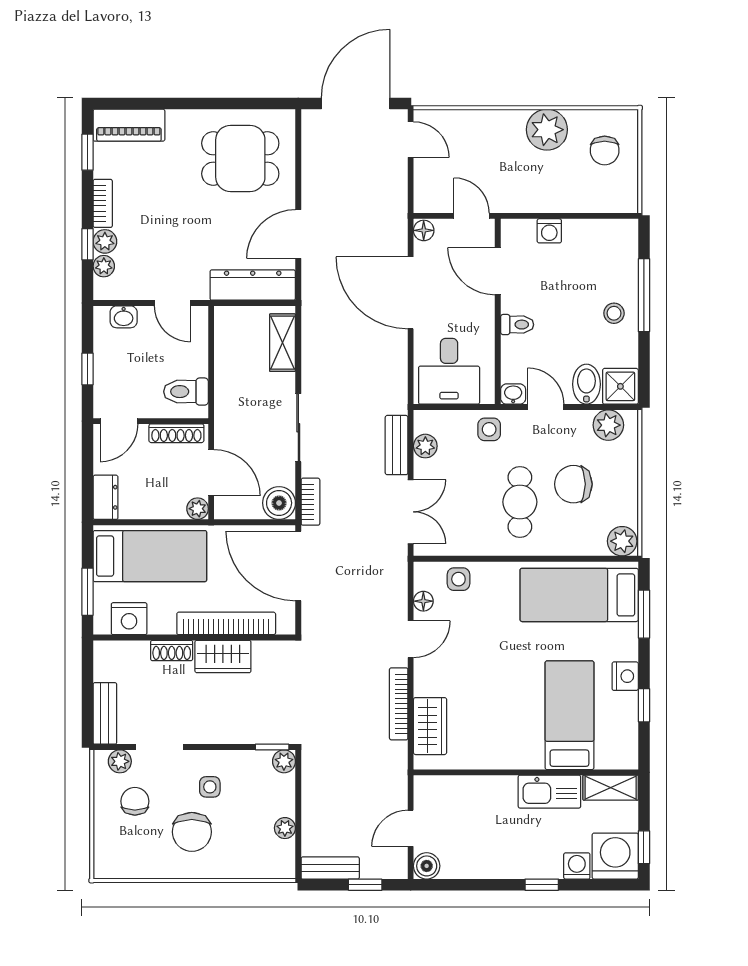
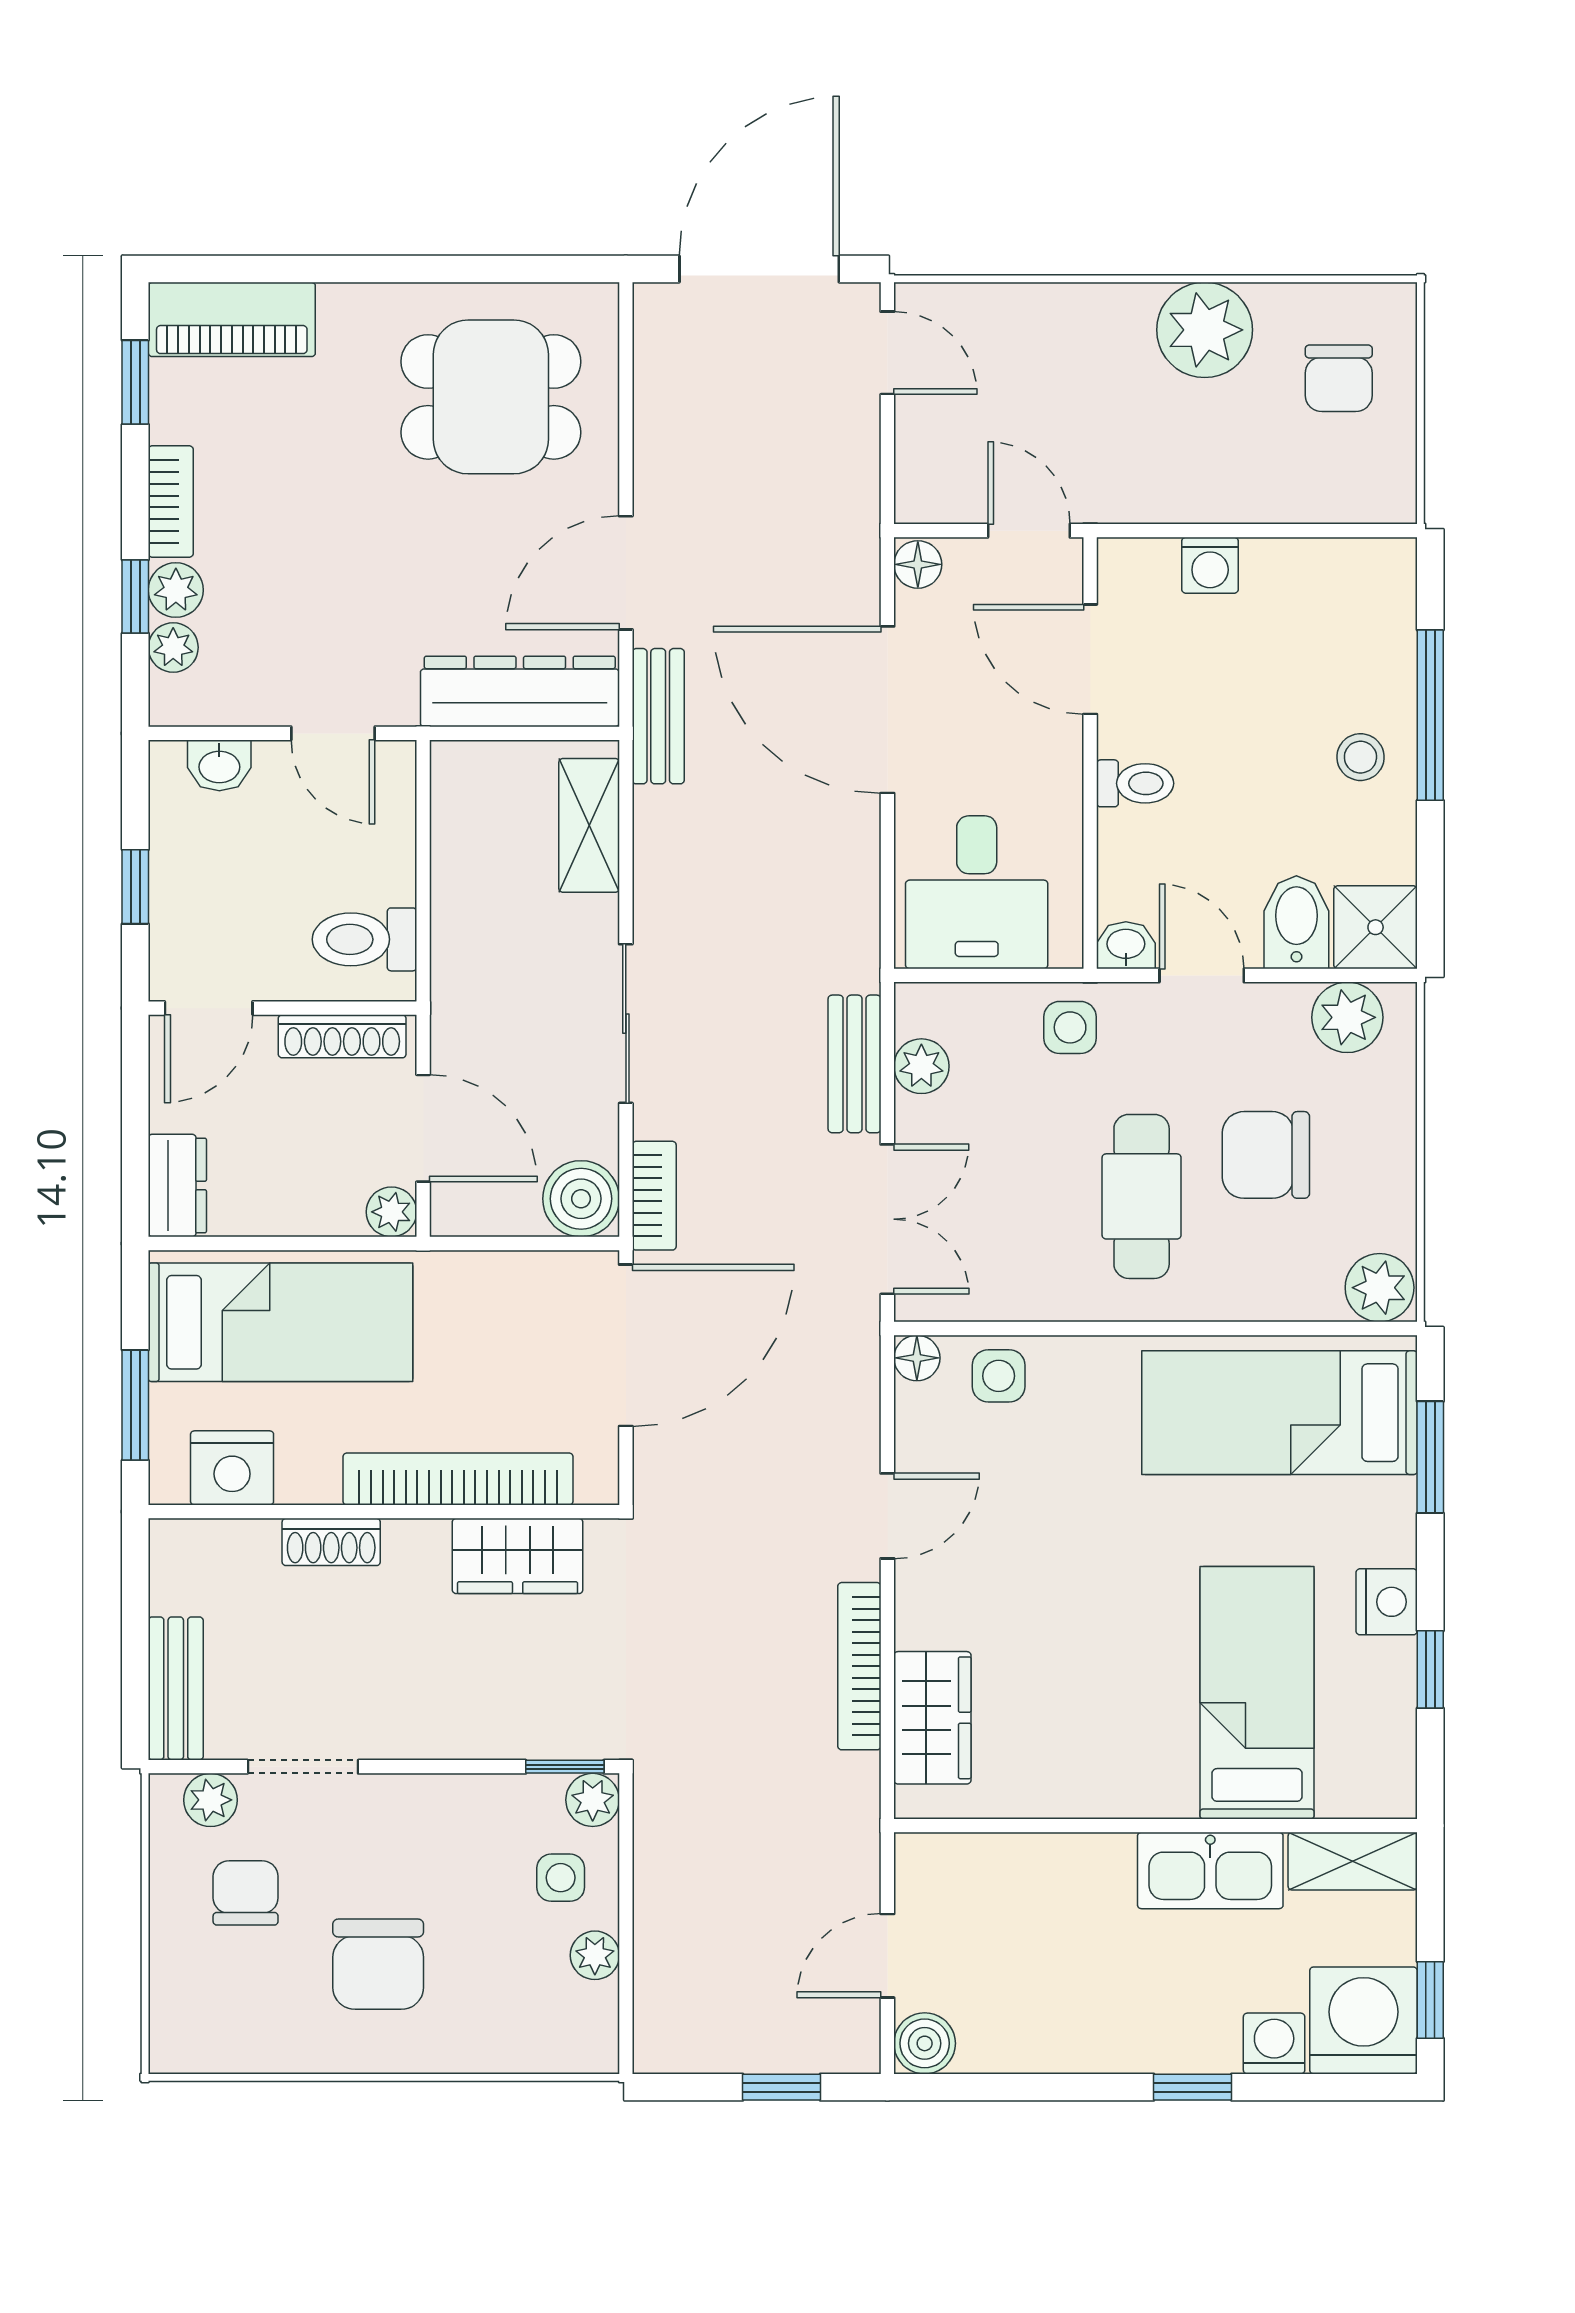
door: (298, 566) -> (626, 1345), swing flipped
floor lamp: (423, 601) -> (917, 1358), moved
wardrobe: (223, 656) -> (518, 1556), moved
side table: (210, 787) -> (561, 1878), moved
bench: (330, 868) -> (658, 716), moved, turned 90

